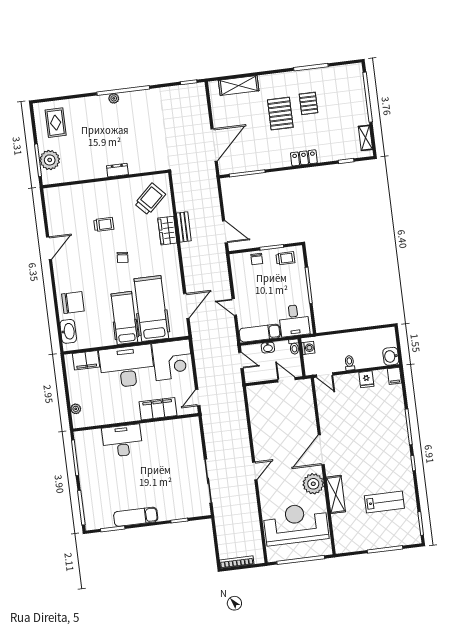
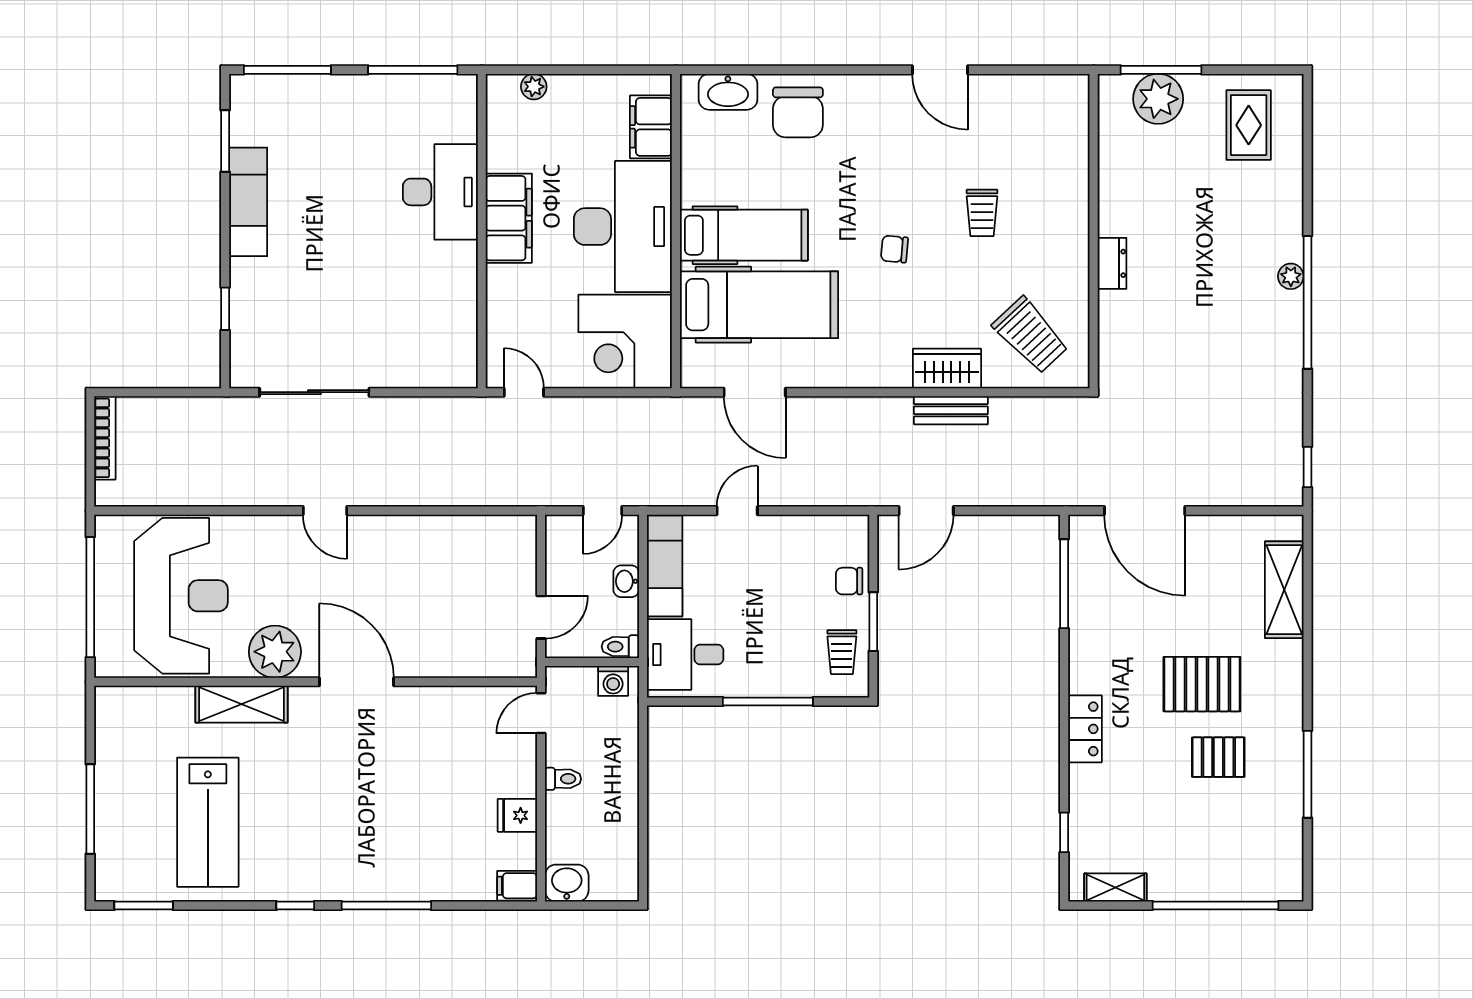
rug: (56, 123) -> (1249, 125), turned 90
filing cabinet: (158, 409) -> (509, 218), moved
lab bench: (384, 502) -> (208, 822), width x1.36, depth x1.39

